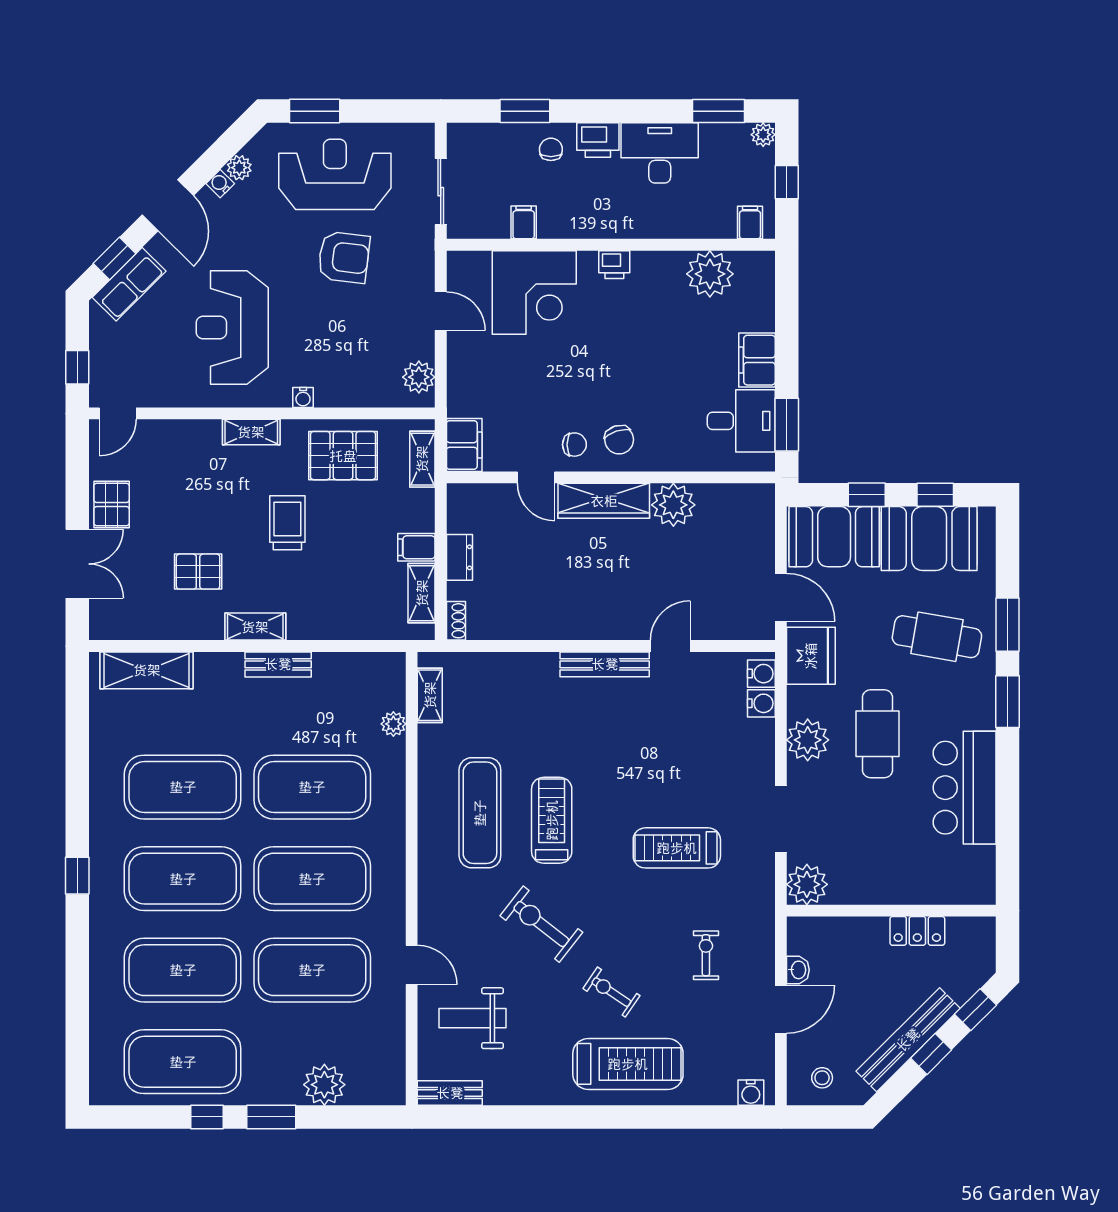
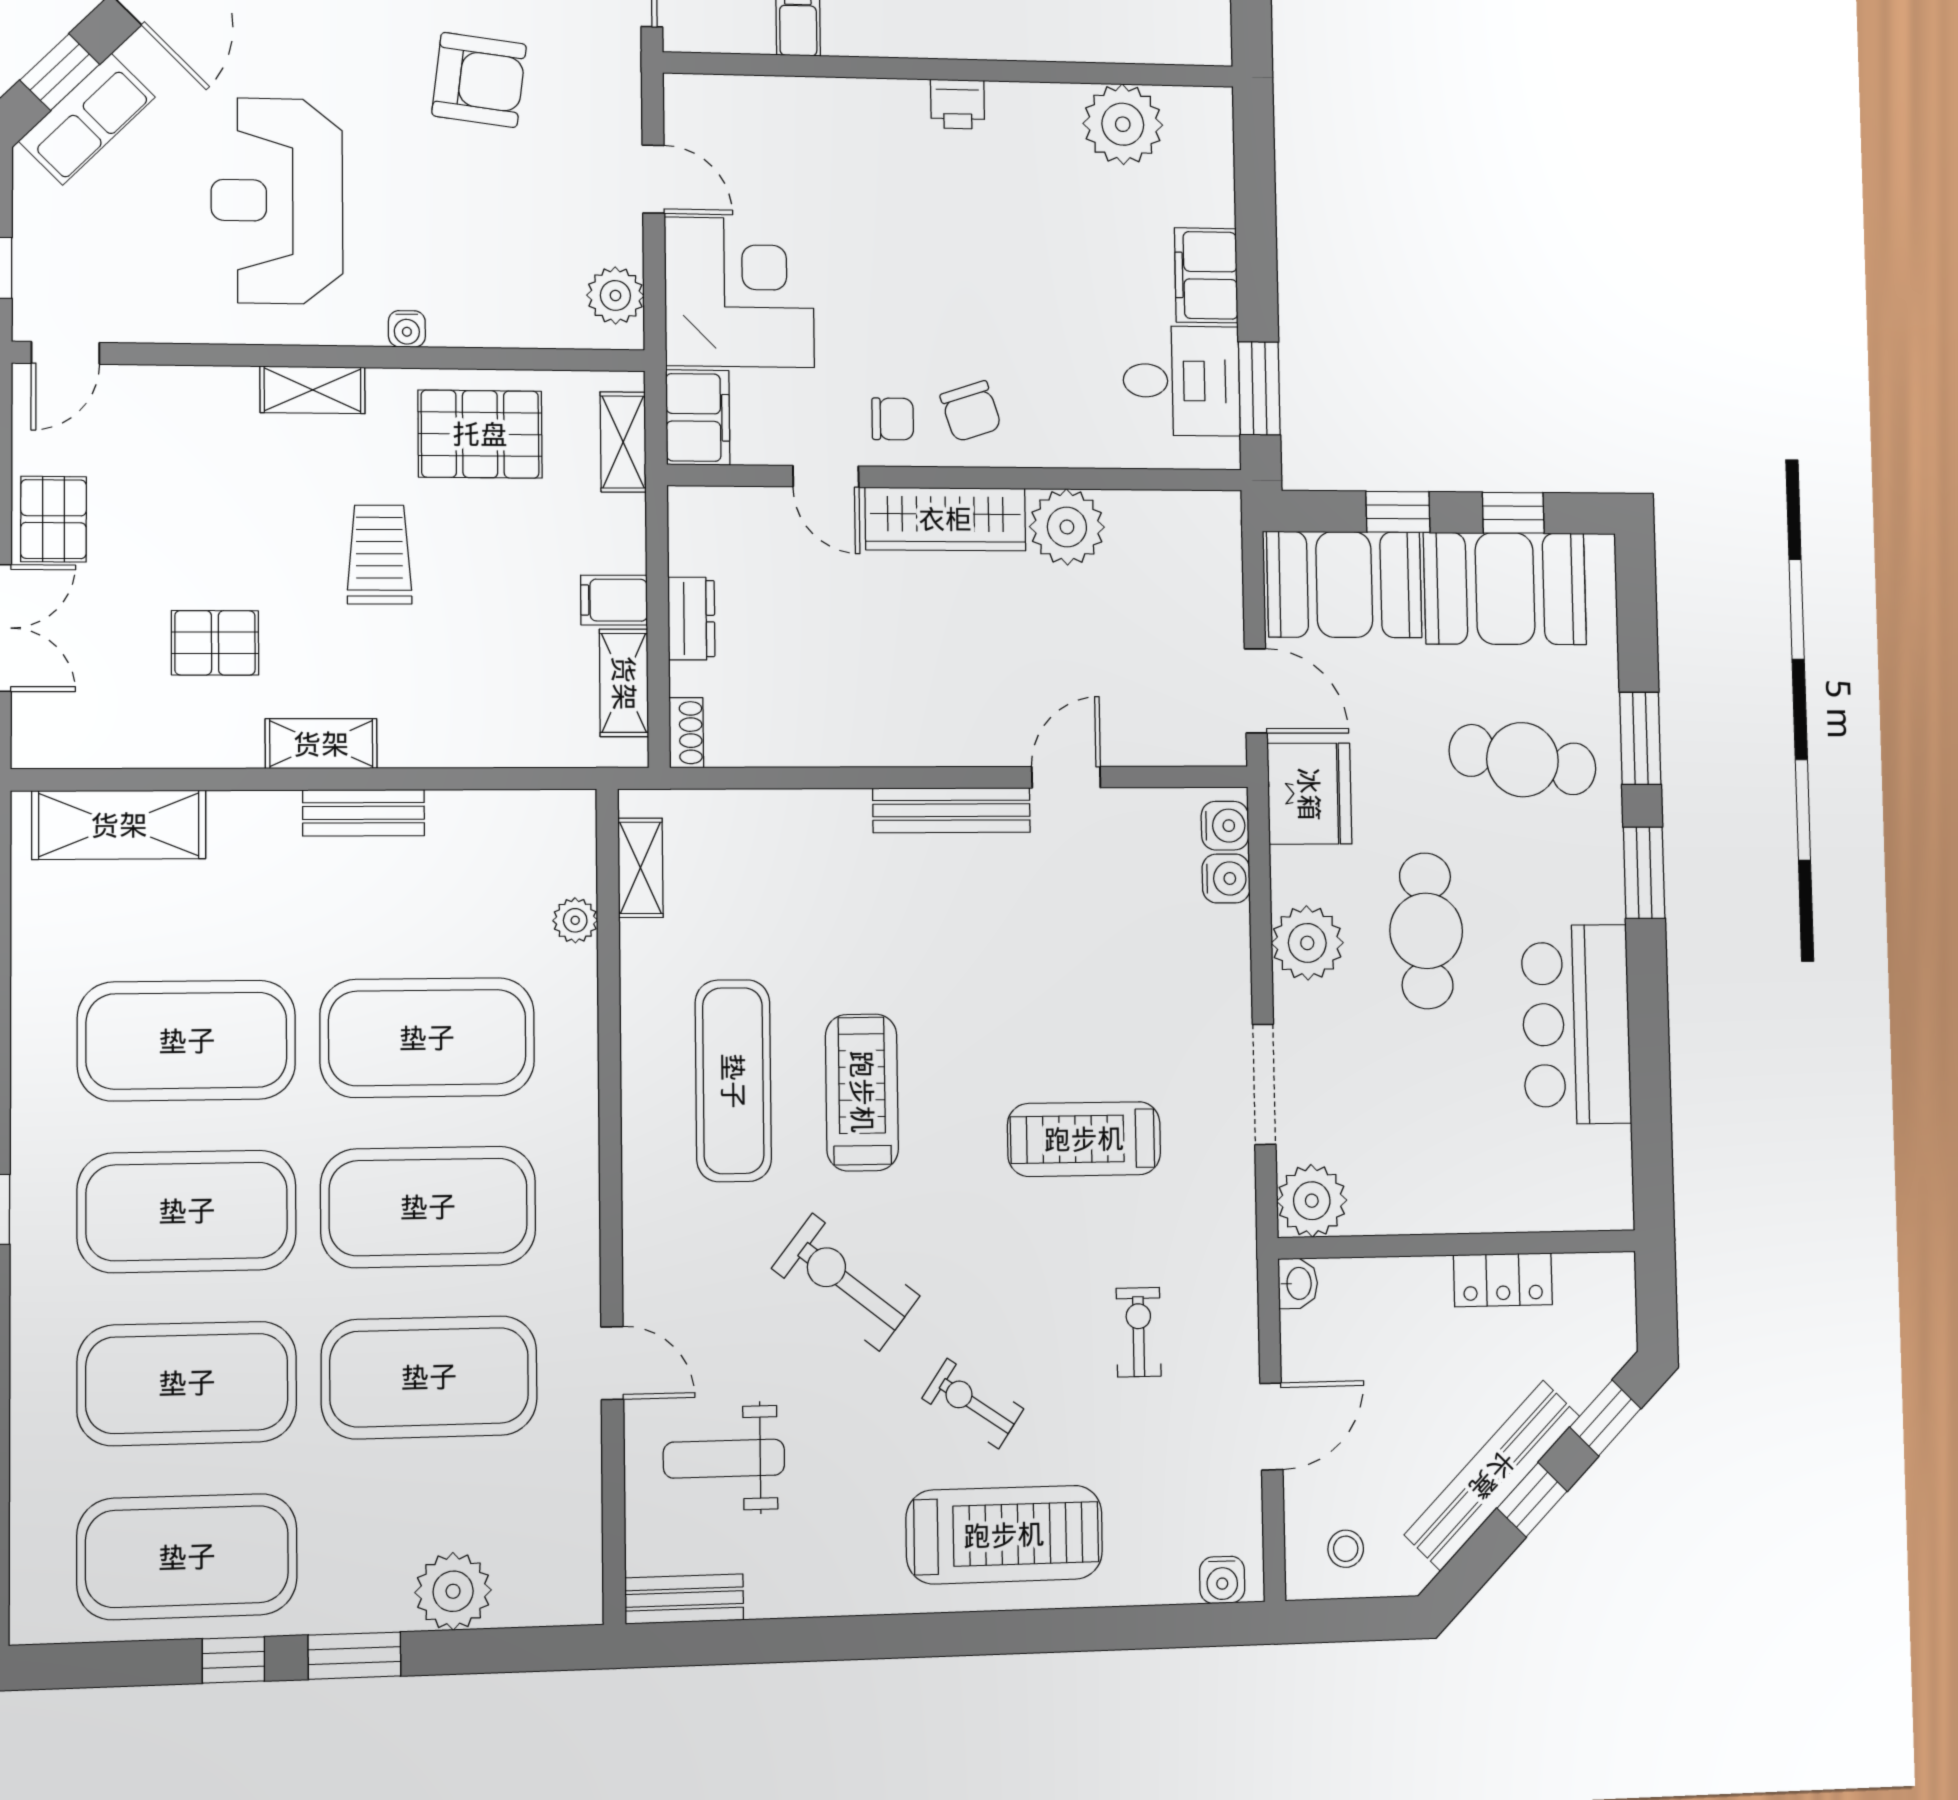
filing cabinet: (750, 223) -> (1189, 37), removed
corner desk: (534, 293) -> (739, 292), moved, turned -90
washbasin: (798, 970) -> (1298, 1283), moved

